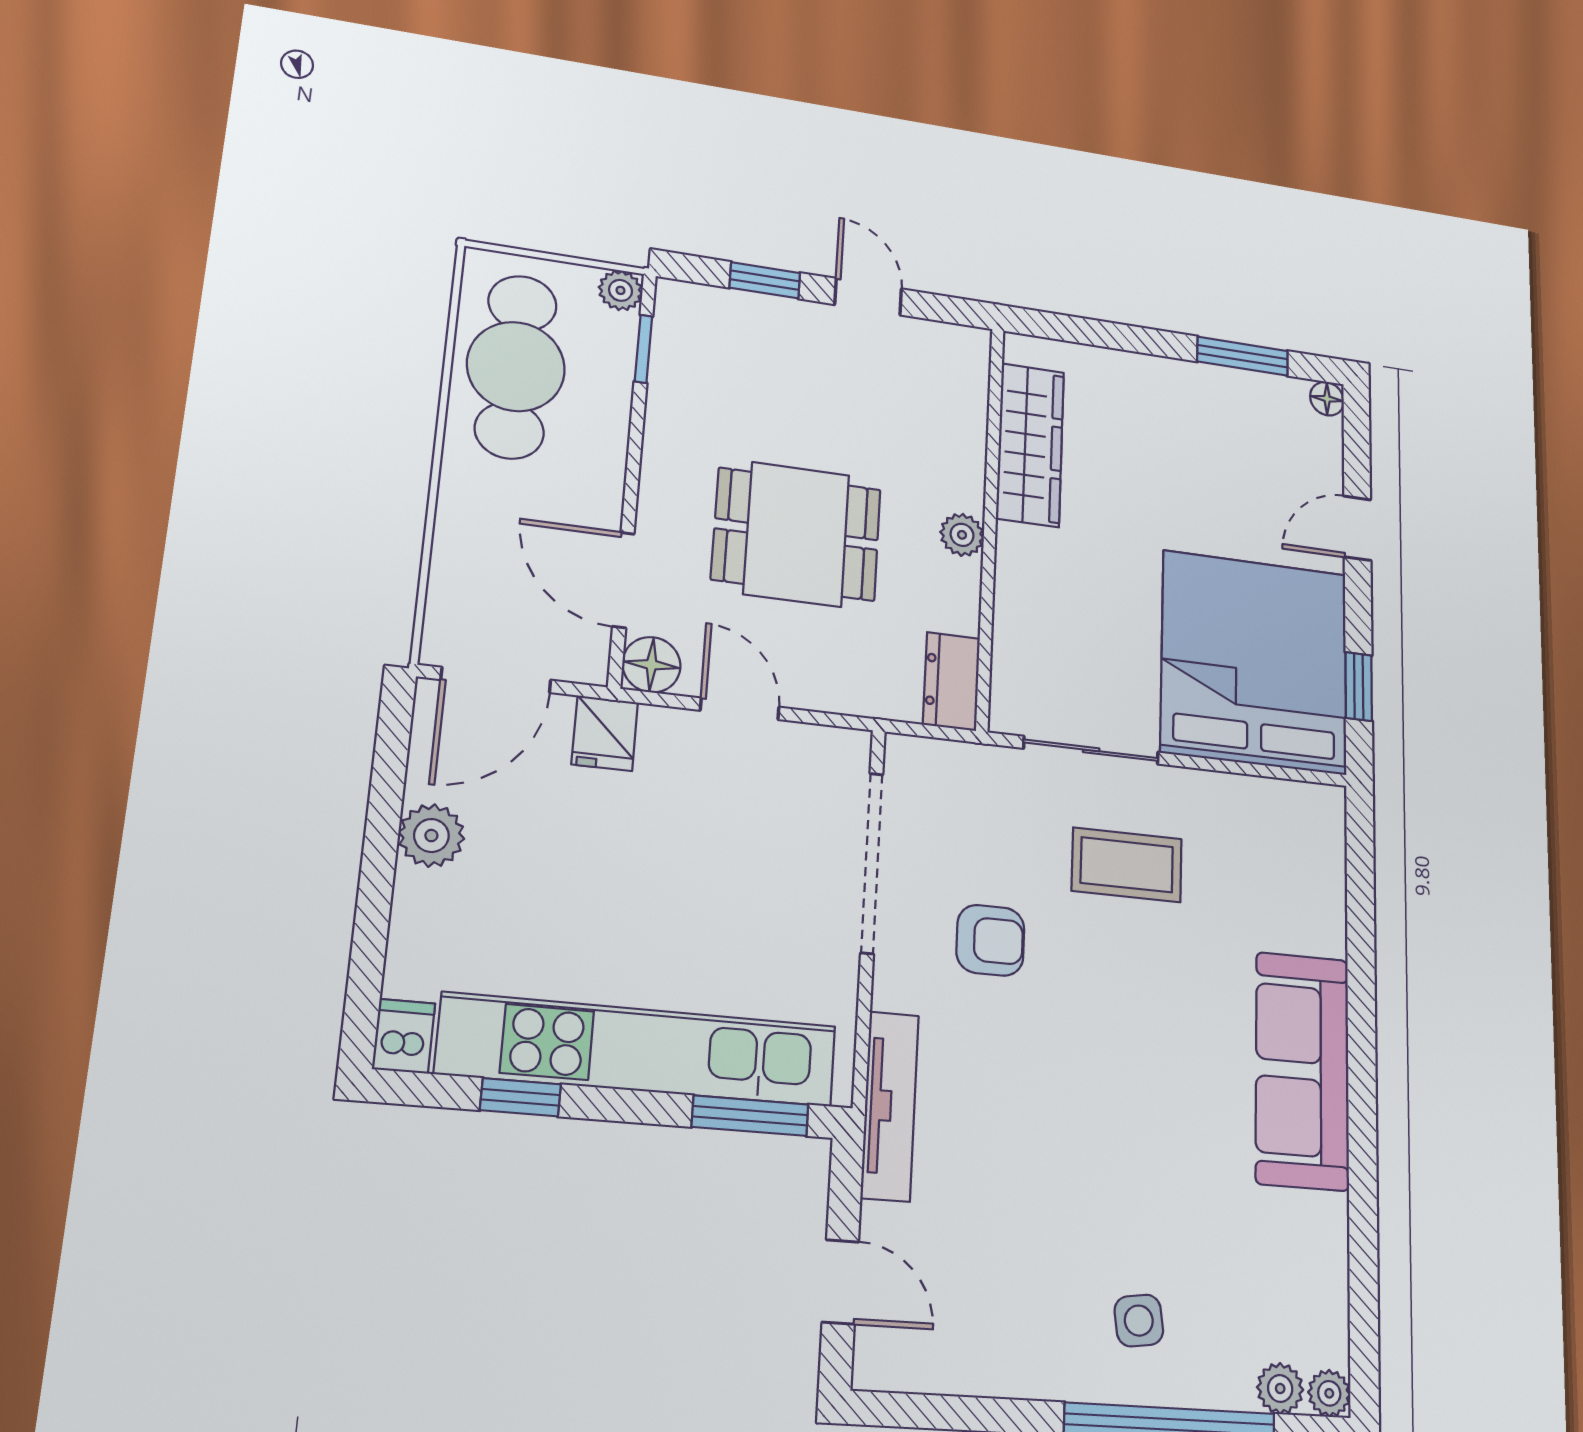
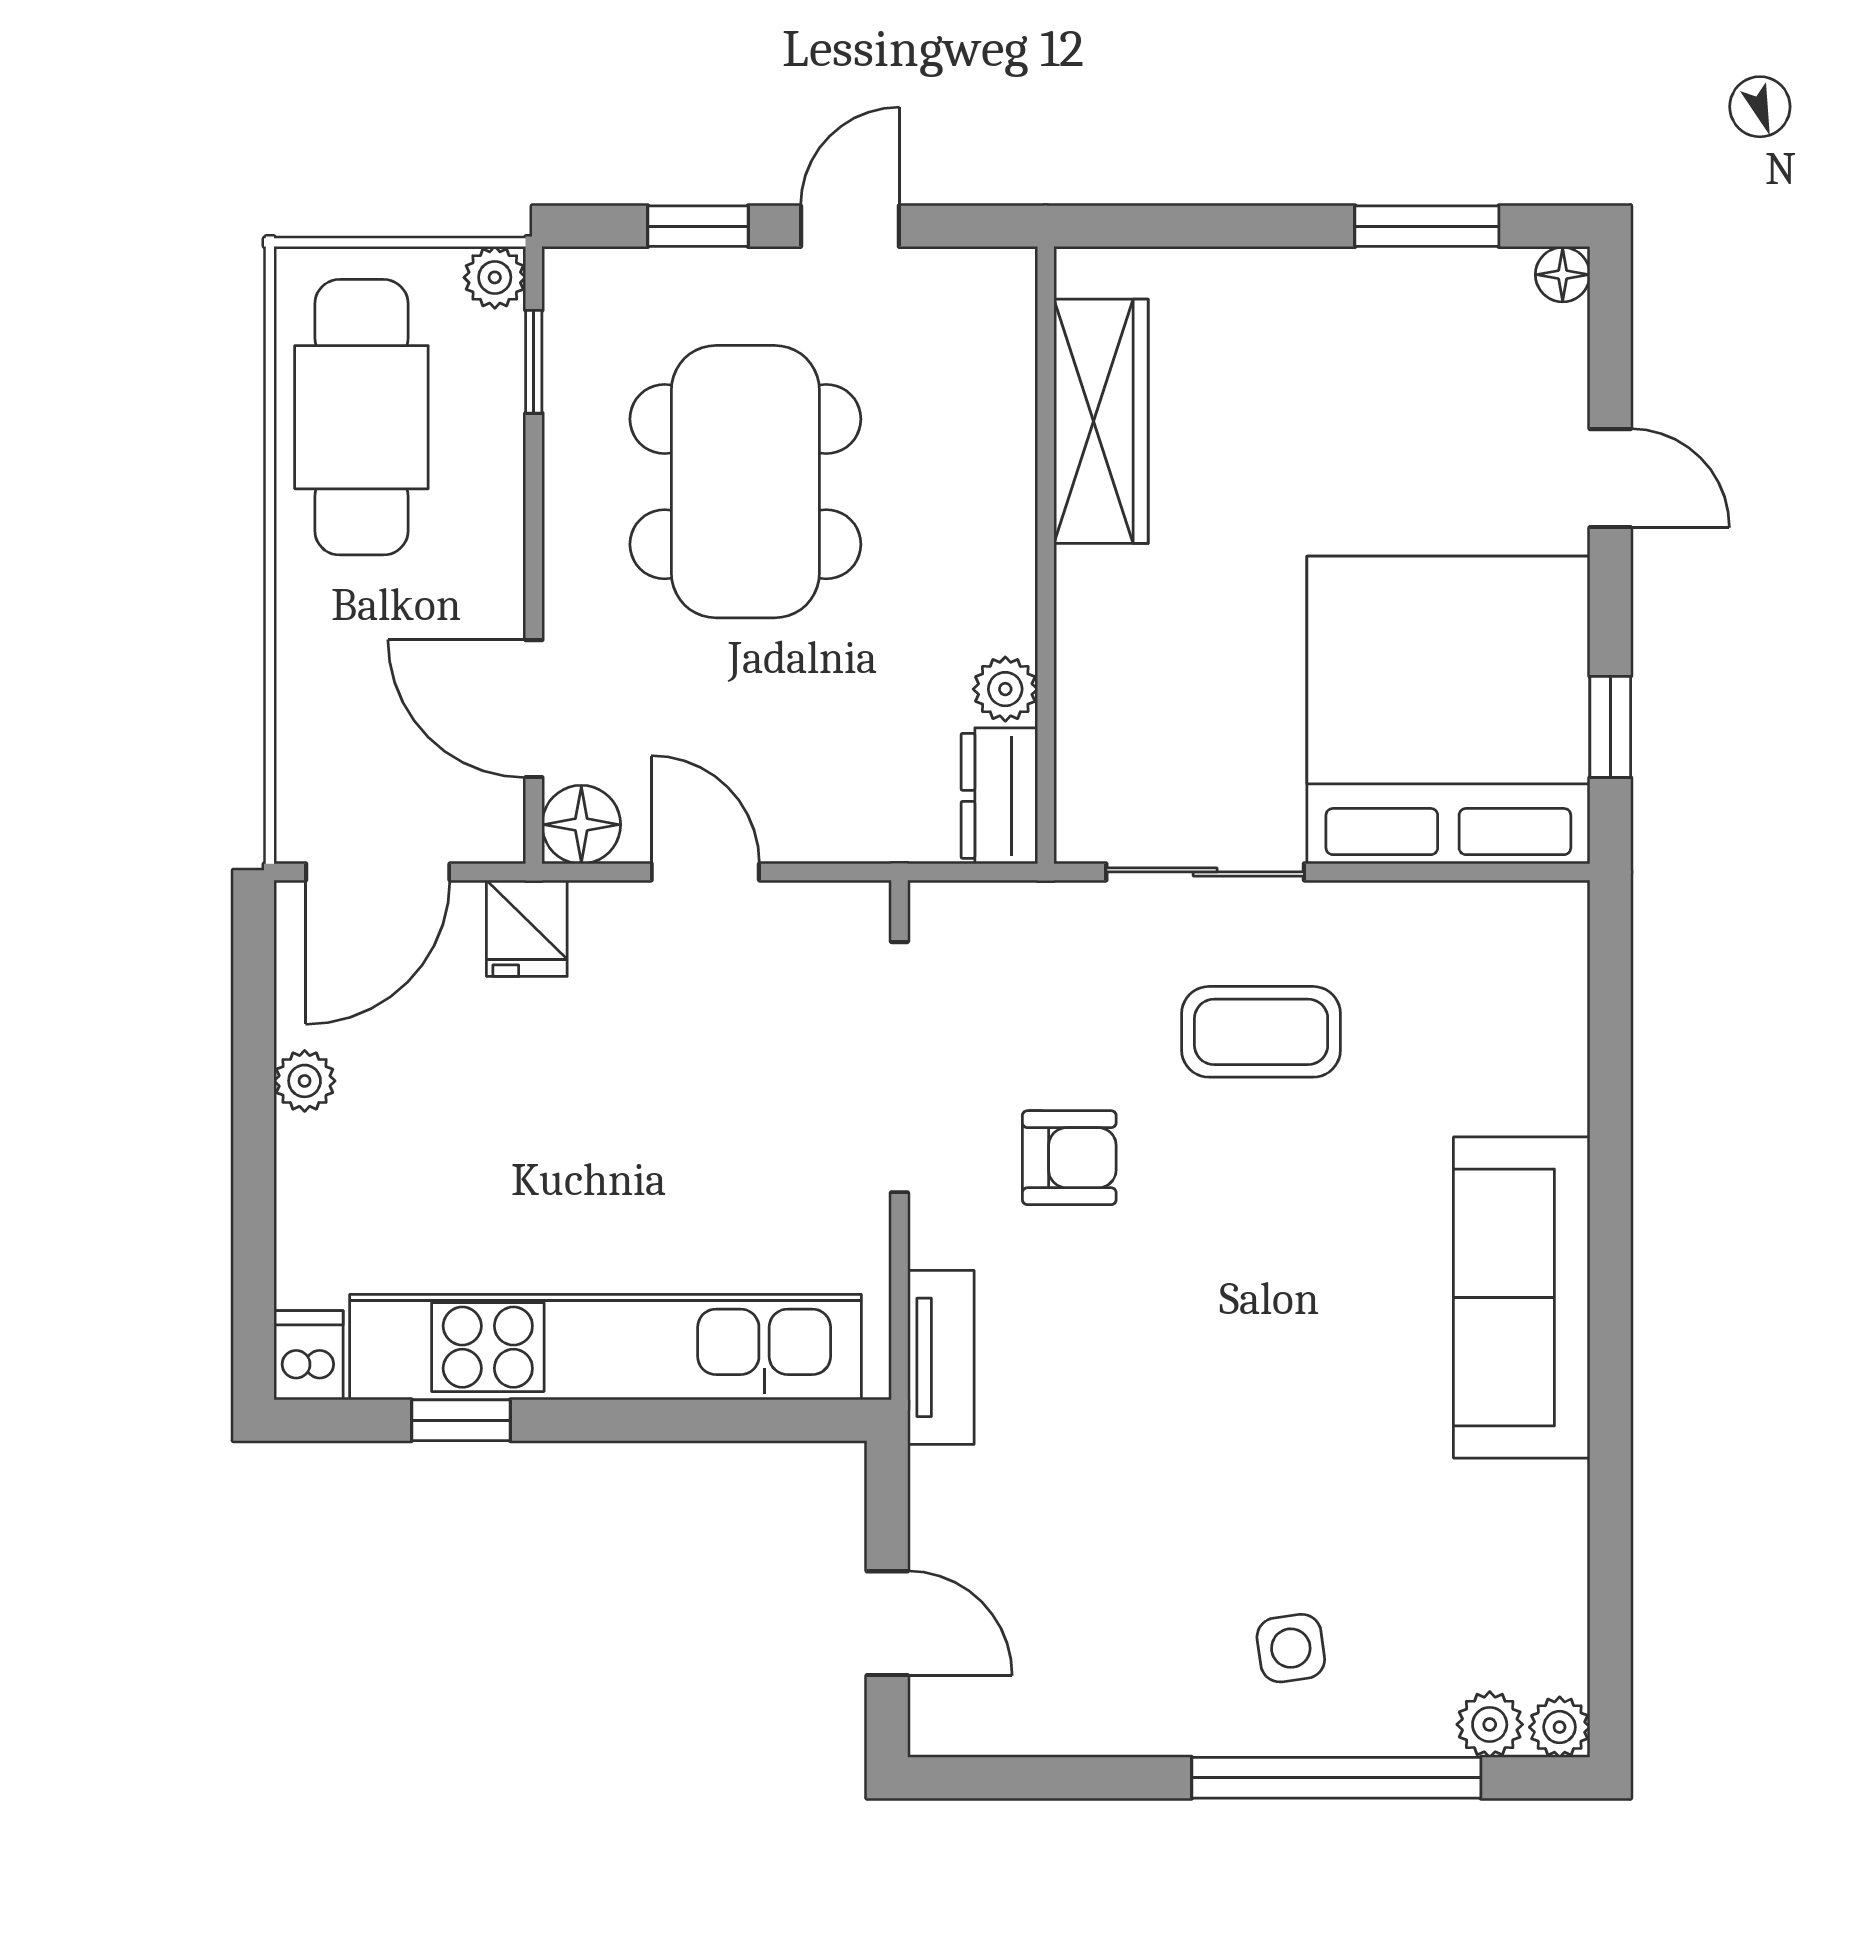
door: (868, 297) -> (850, 226), hinge flipped
door: (1357, 528) -> (1610, 478), swing flipped
dining table: (797, 534) -> (745, 482), moved, width x1.37
plant: (962, 535) -> (1005, 689), moved
plant: (431, 836) -> (305, 1081), width x0.73, depth x0.73
tv unit: (890, 1106) -> (941, 1357), width x0.71
window: (750, 1116) -> (756, 1420), removed

